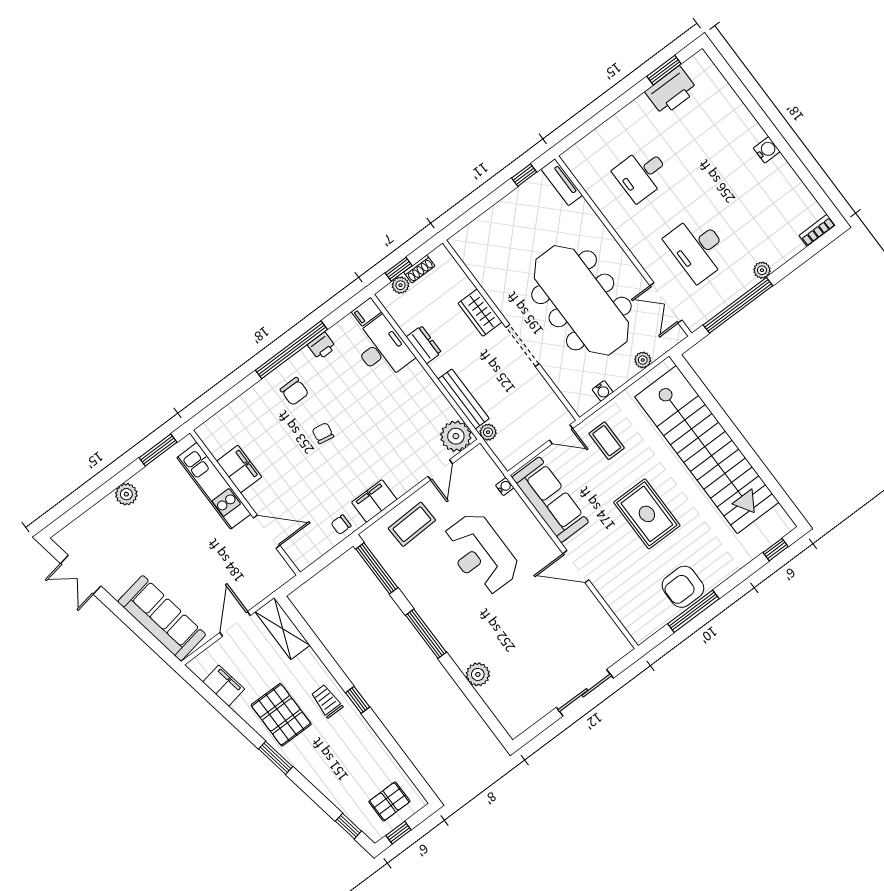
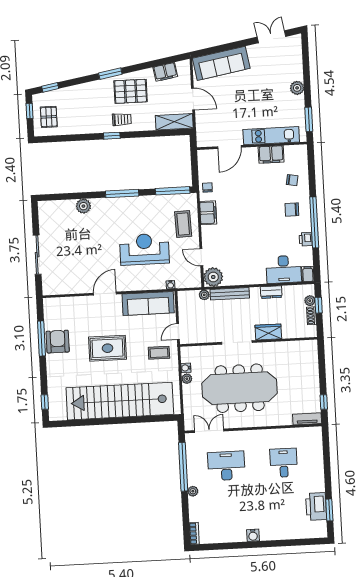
plant: (643, 360) -> (187, 379), moved
chair: (323, 433) -> (292, 180), moved

